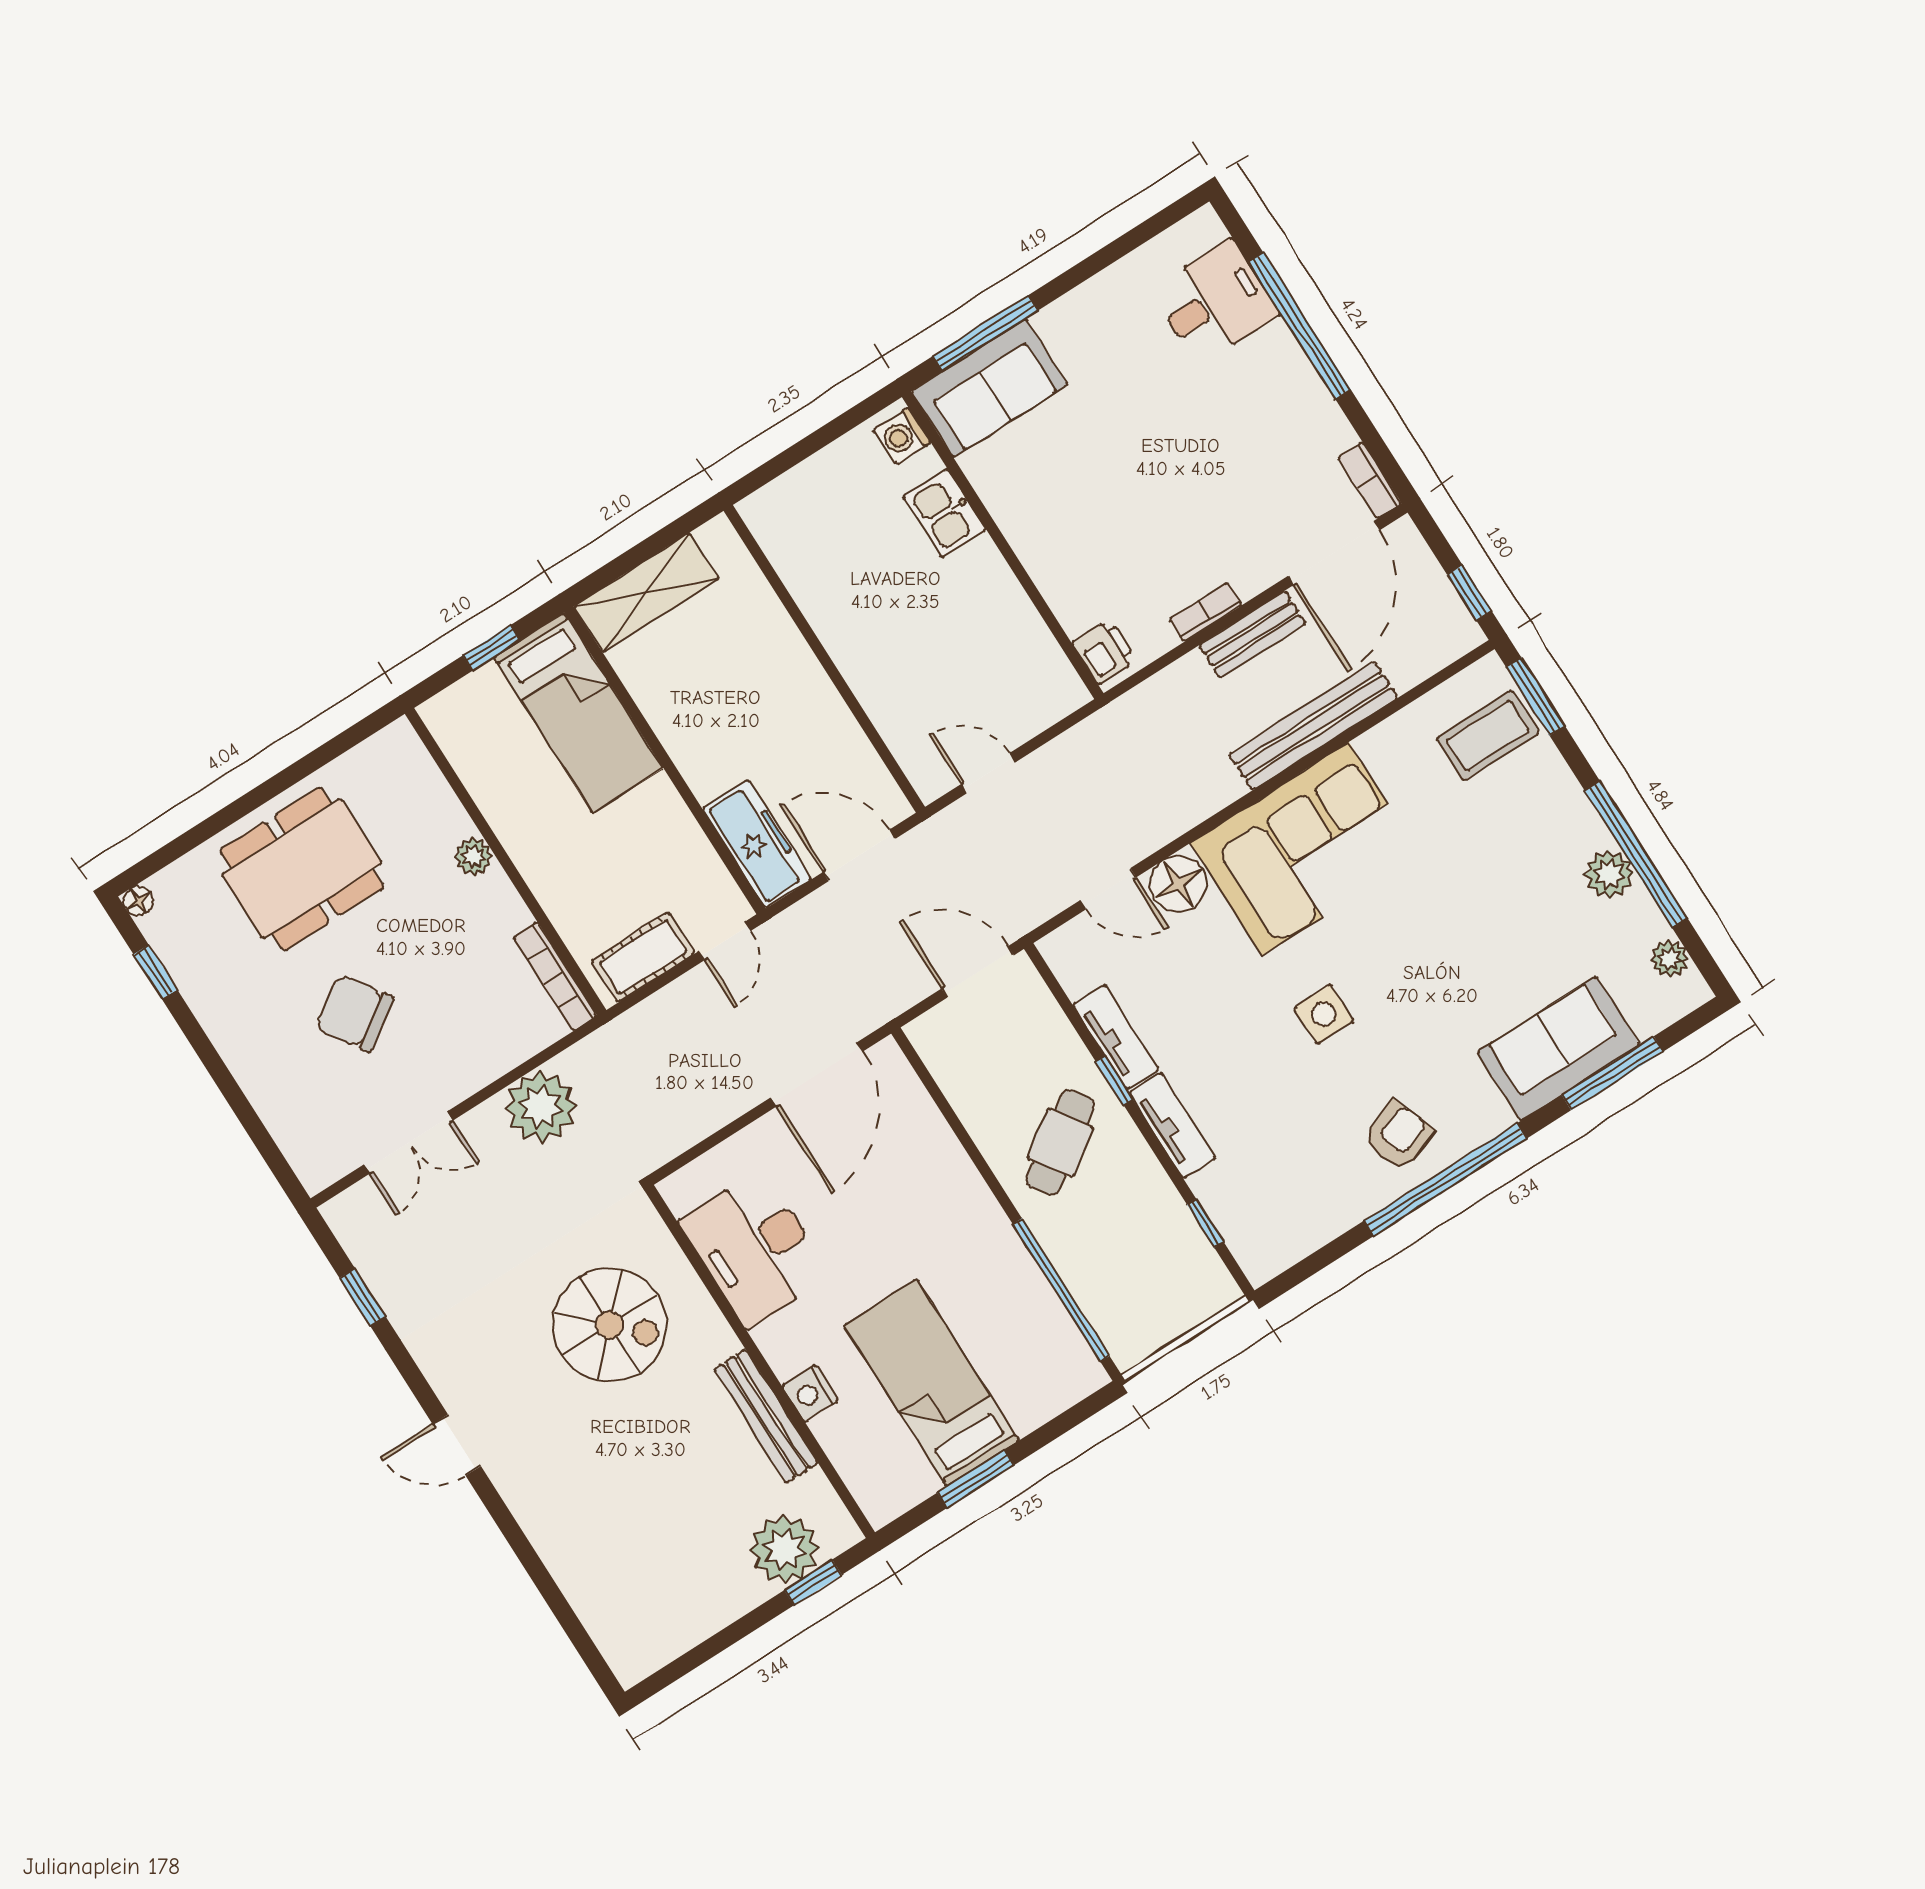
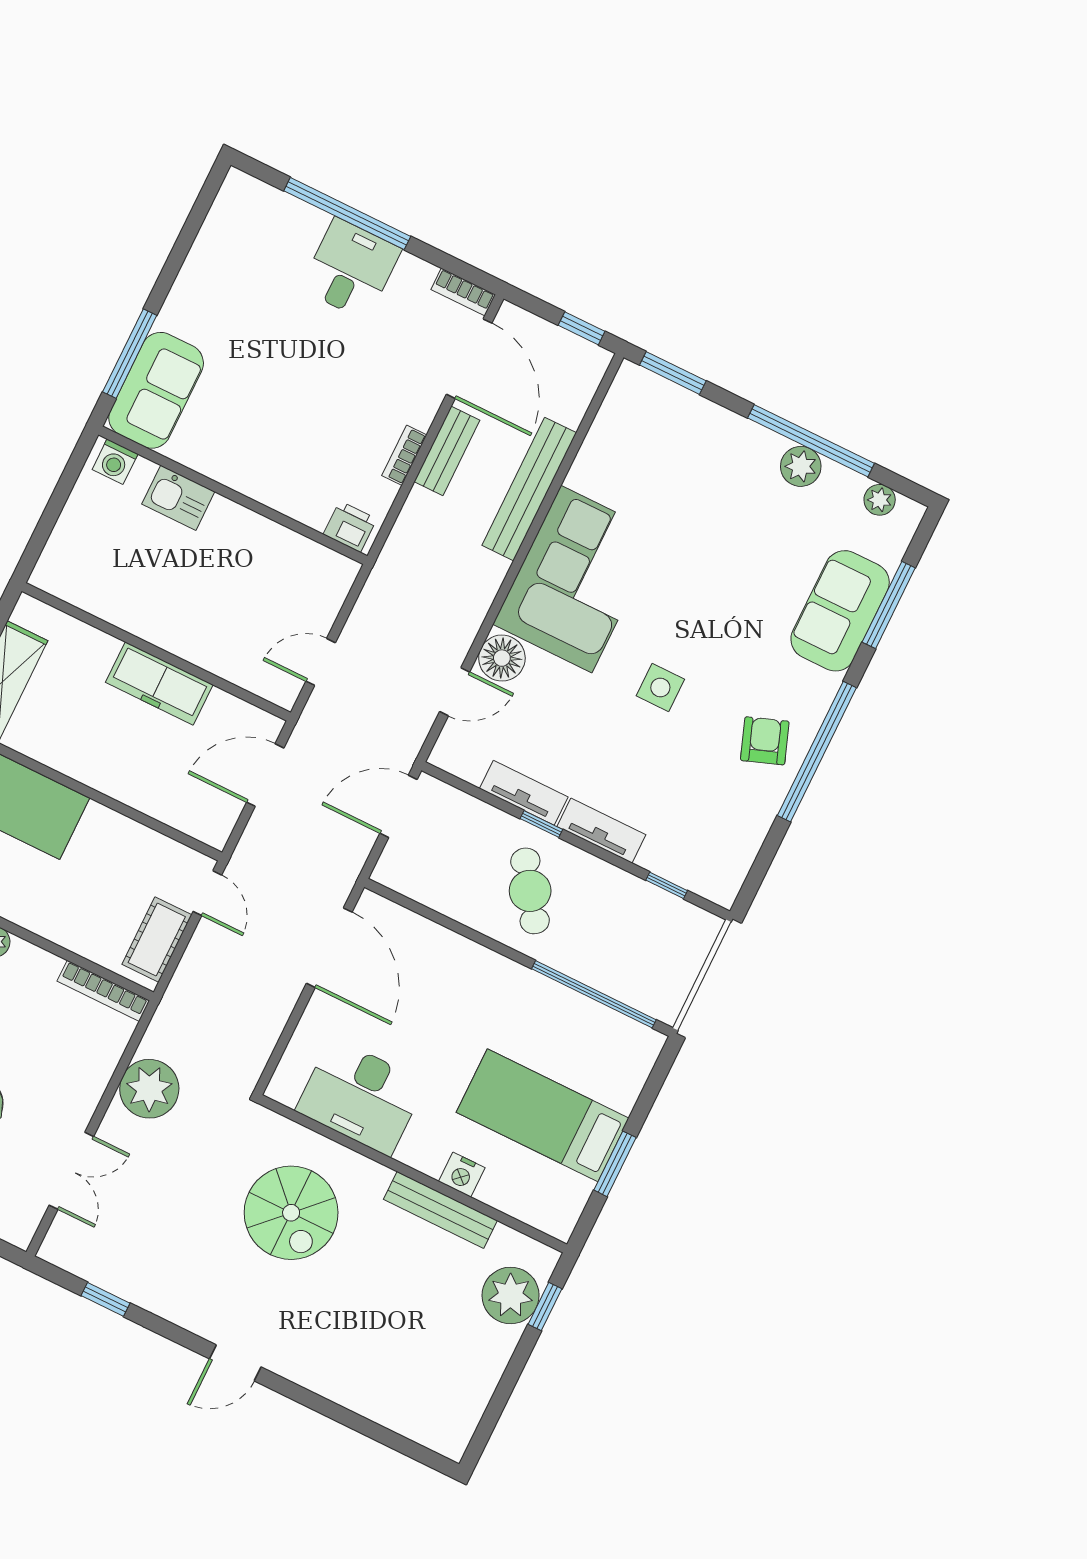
desk: (1215, 302) -> (351, 269), moved
coffee table: (1488, 736) -> (656, 421), removed
freezer: (757, 844) -> (159, 683), moved, turned 180
spiral stairs: (609, 1325) -> (291, 1213), turned 90

